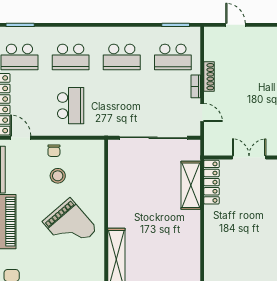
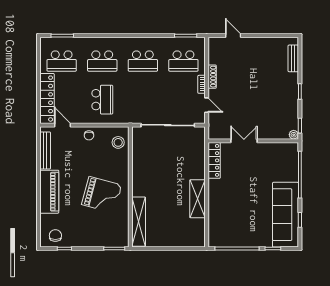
stool: (58, 176) -> (118, 142), moved
shelving: (191, 185) -> (198, 199), moved
grand piano: (70, 225) -> (102, 195), turned -34

